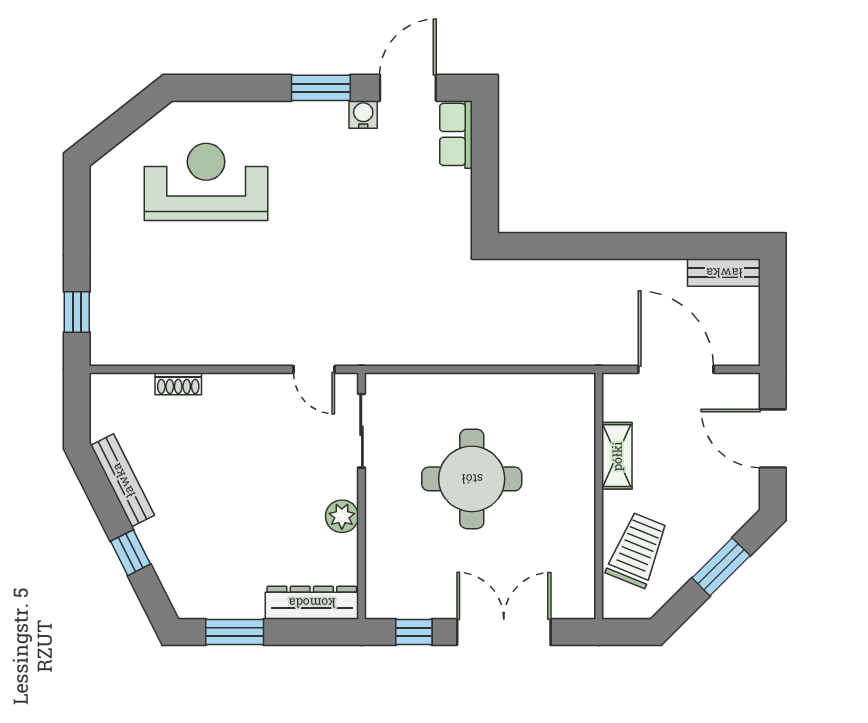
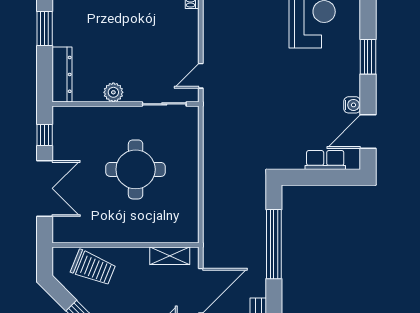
window: (321, 88) -> (368, 57), moved
door: (408, 88) -> (368, 132), swing flipped
row of seats: (456, 134) -> (325, 160), moved
window: (597, 246) -> (274, 244), added
shelving: (617, 456) -> (170, 256), moved

